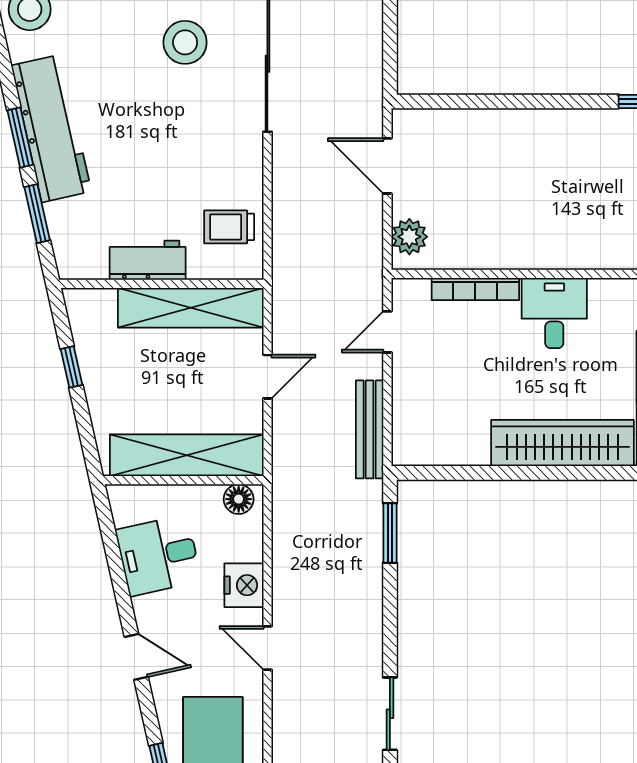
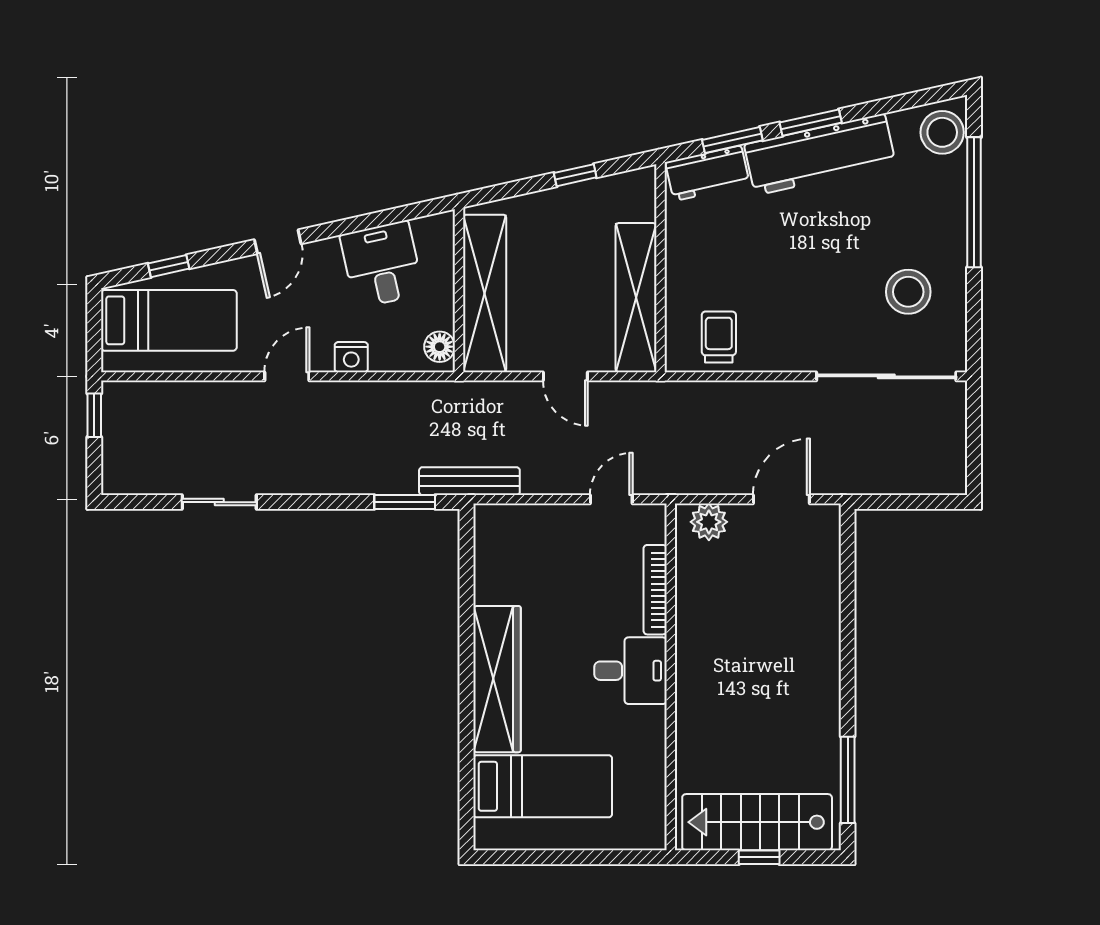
workbench: (148, 260) -> (708, 173), moved, turned 77
door: (387, 332) -> (611, 499), hinge flipped
bench: (370, 429) -> (469, 481), moved
nightstand: (244, 585) -> (351, 357), width x0.74, depth x0.75

